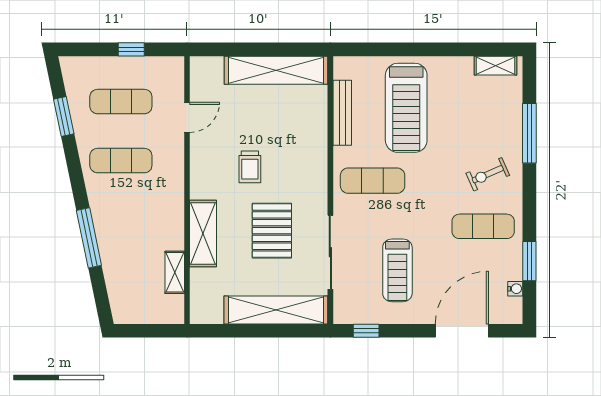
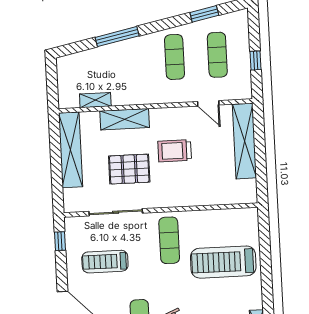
shelving: (276, 70) -> (244, 141), moved
bench: (342, 113) -> (217, 216), removed
trolley: (250, 167) -> (175, 151), width x1.36, depth x1.39
shelving: (276, 310) -> (71, 150), moved

